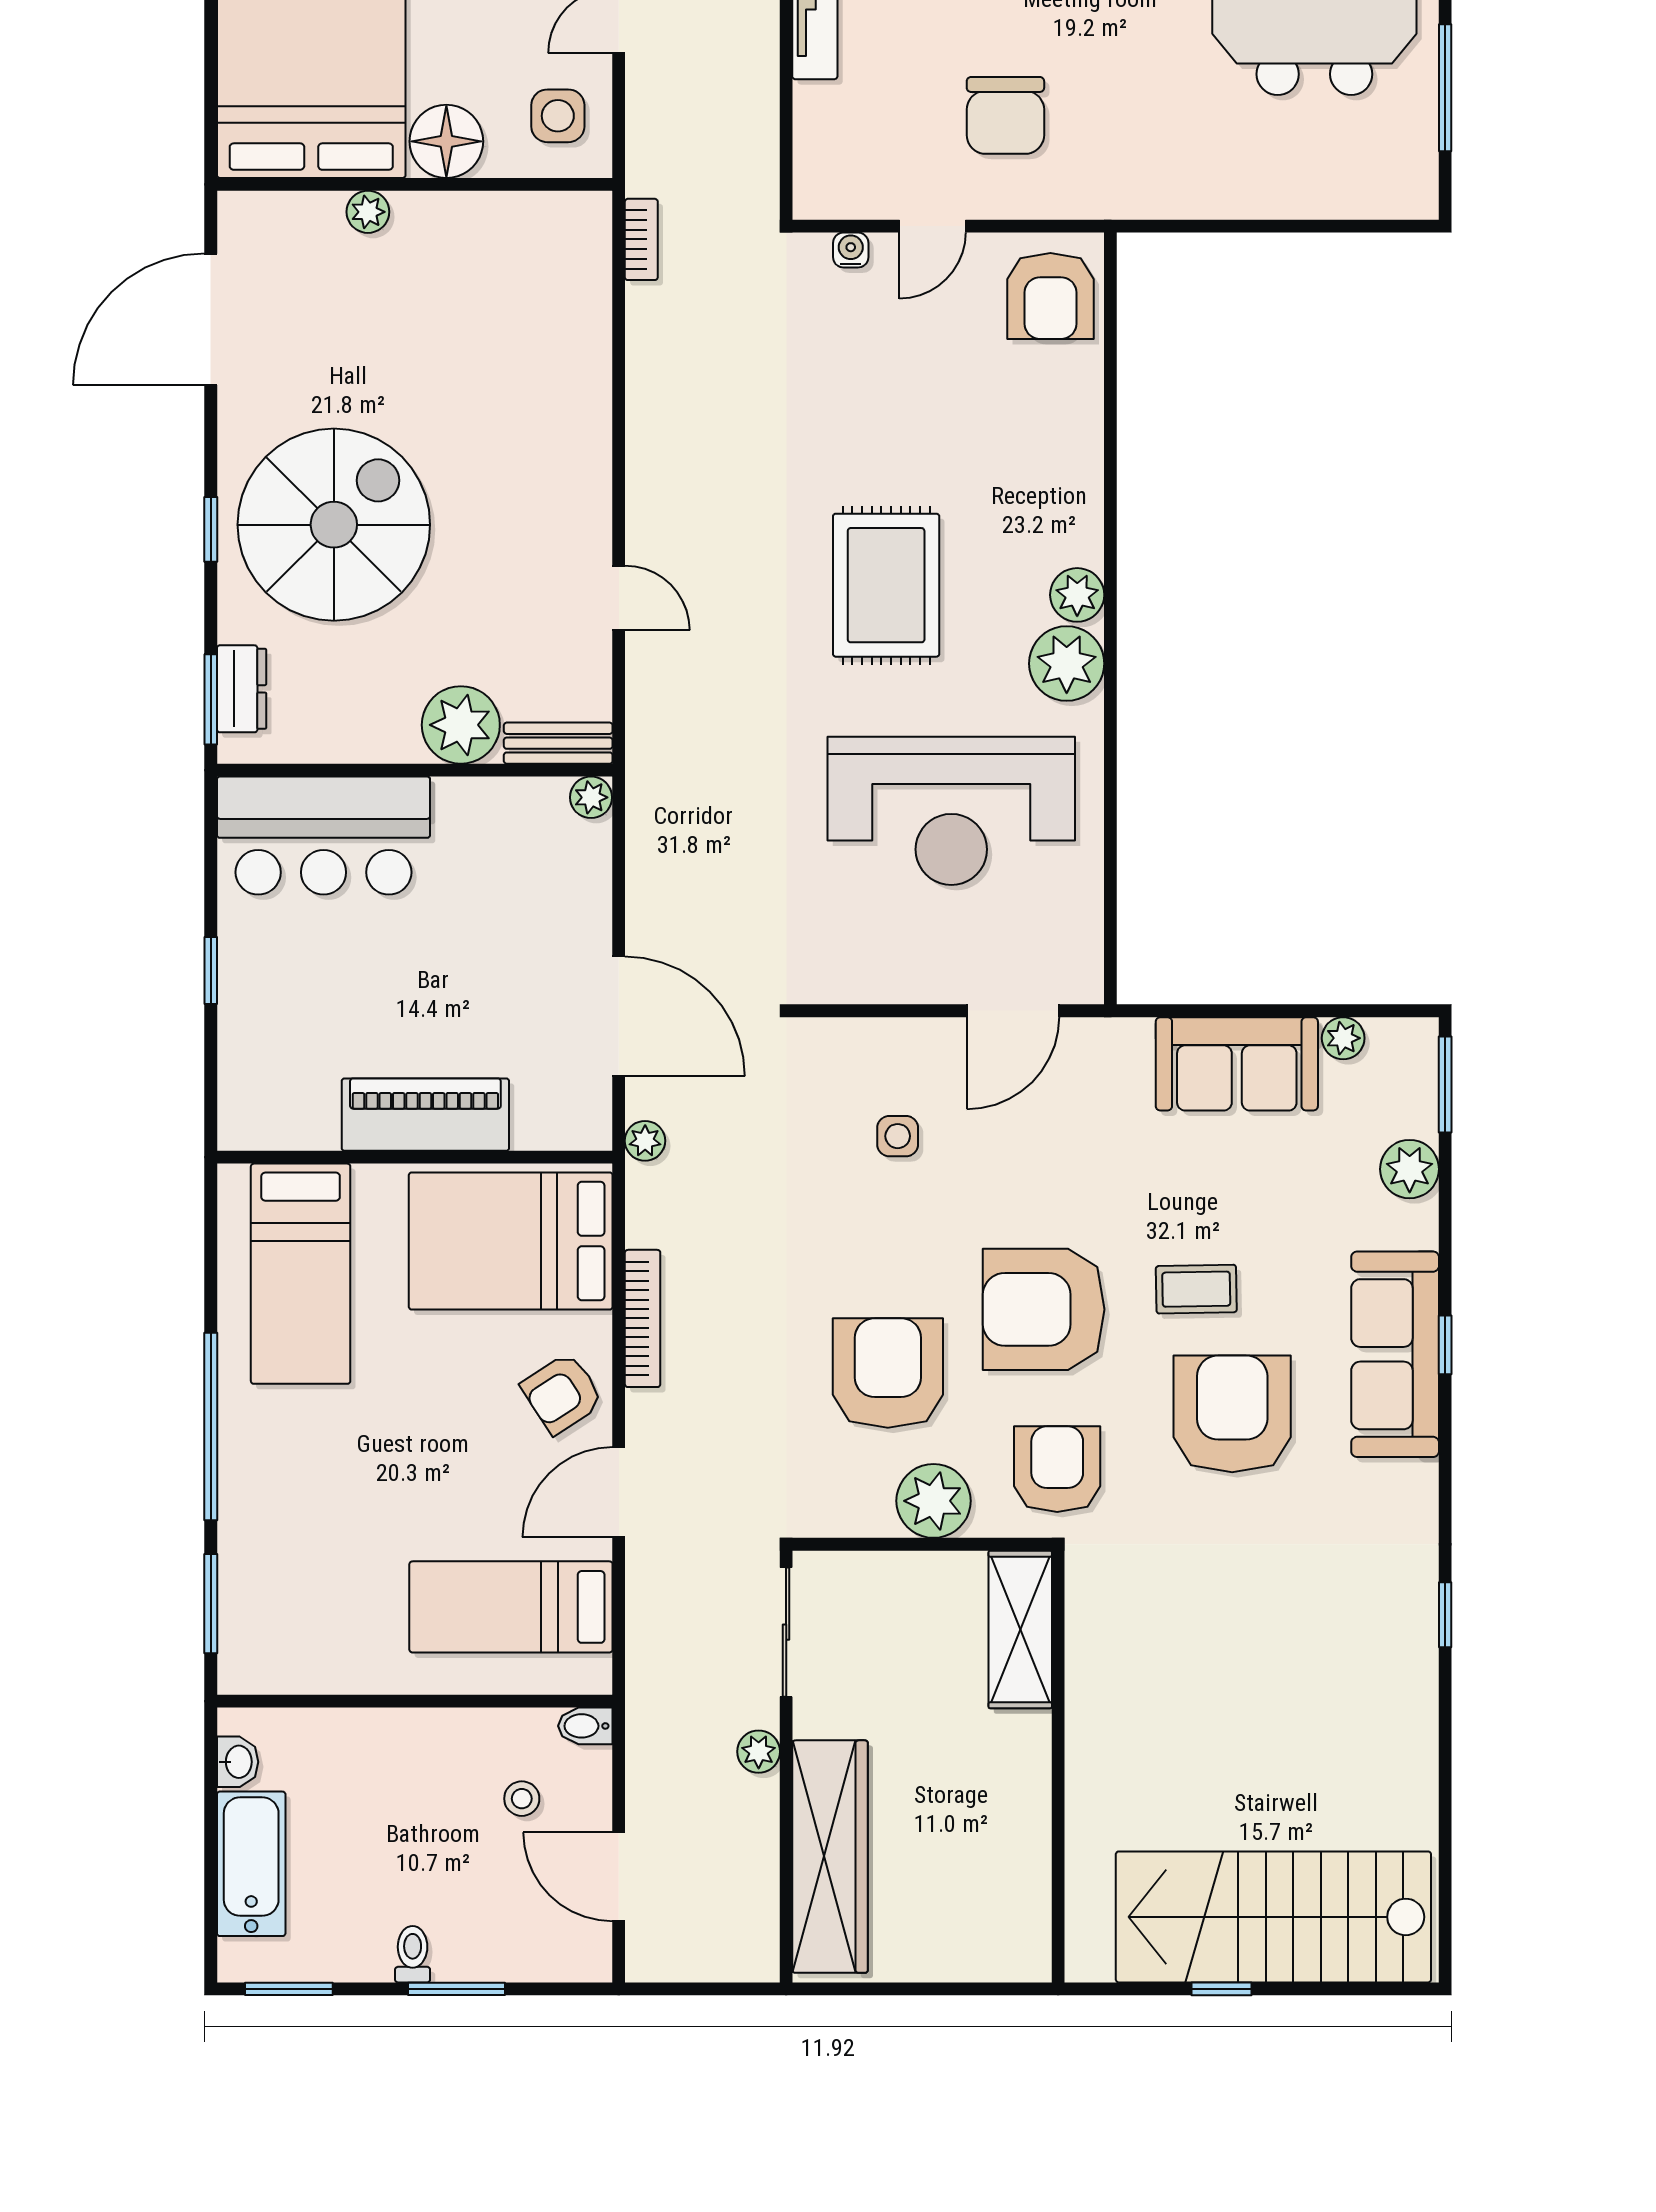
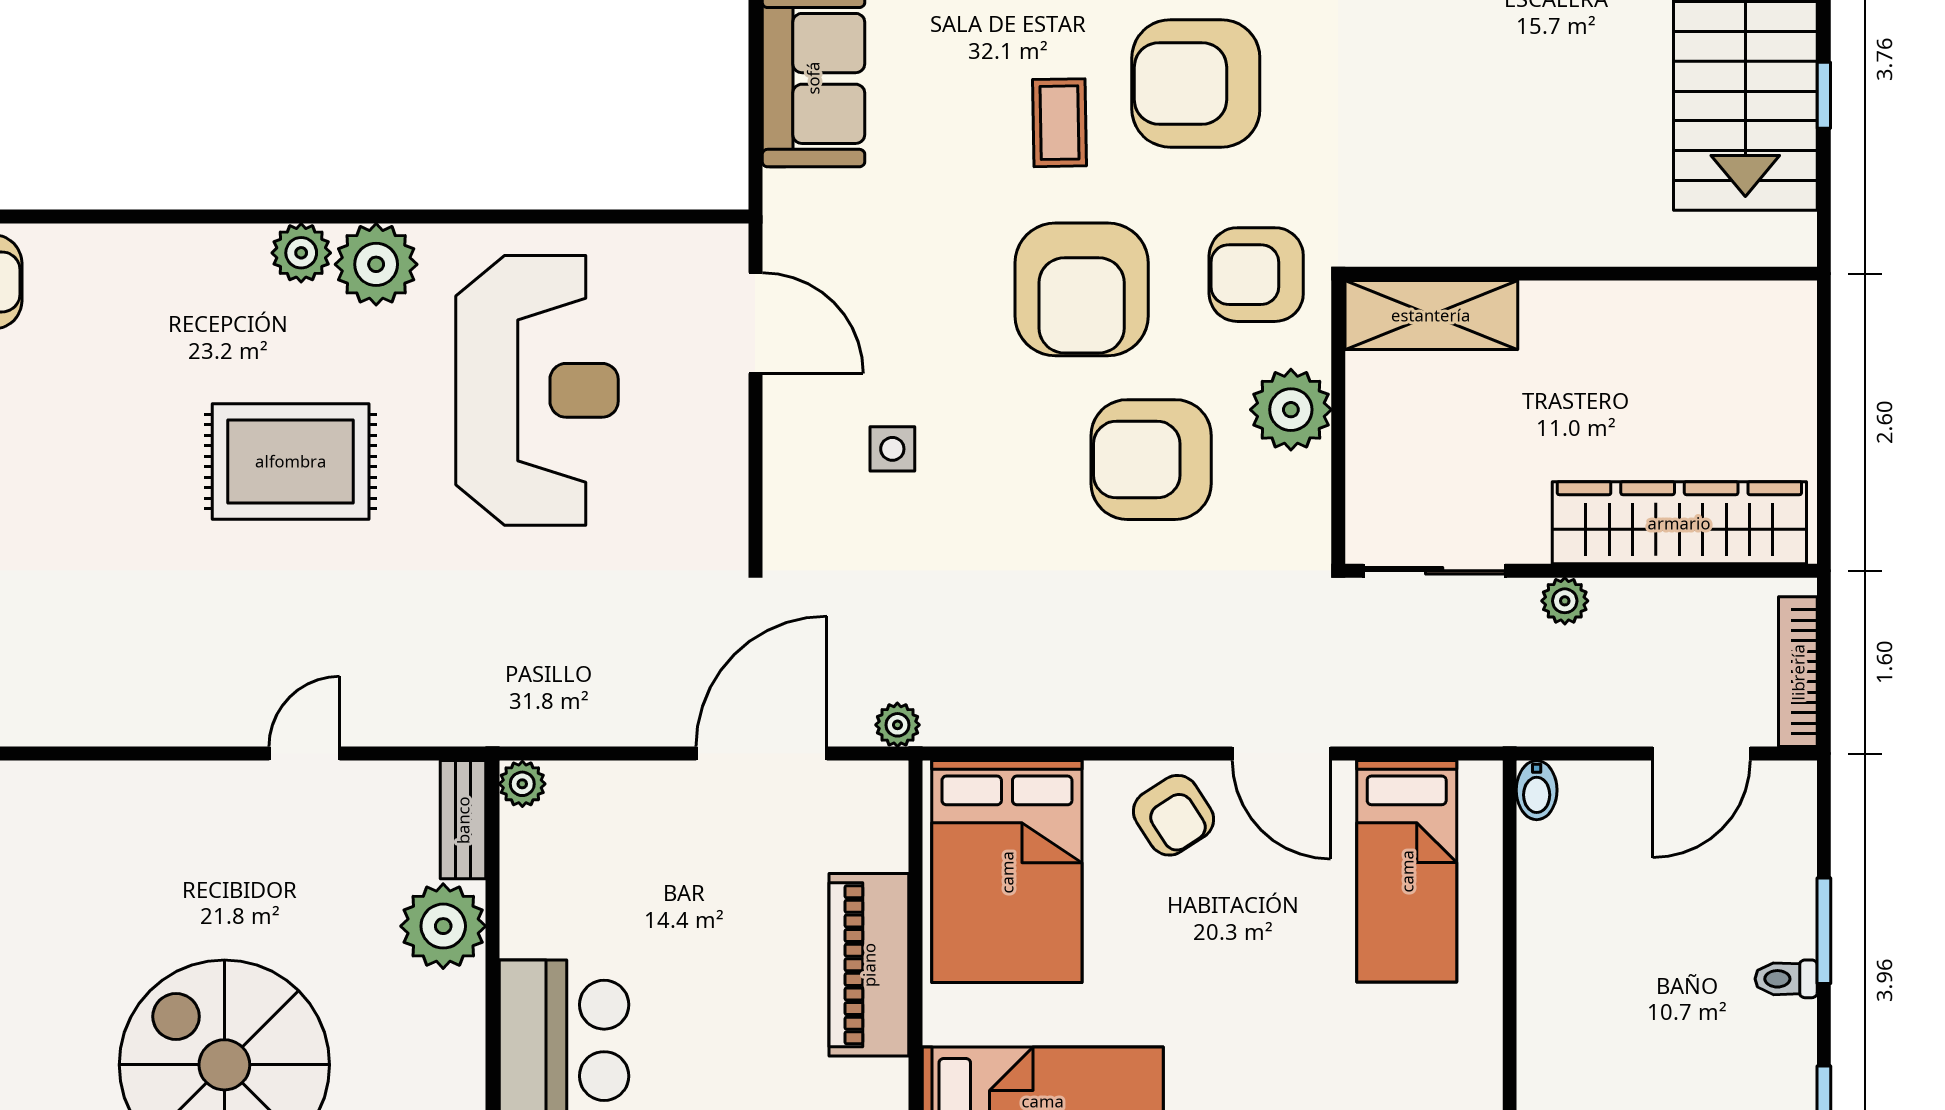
bookcase: (643, 1318) -> (1798, 672), moved, turned -90
stool: (522, 1799) -> (1616, 859), removed

